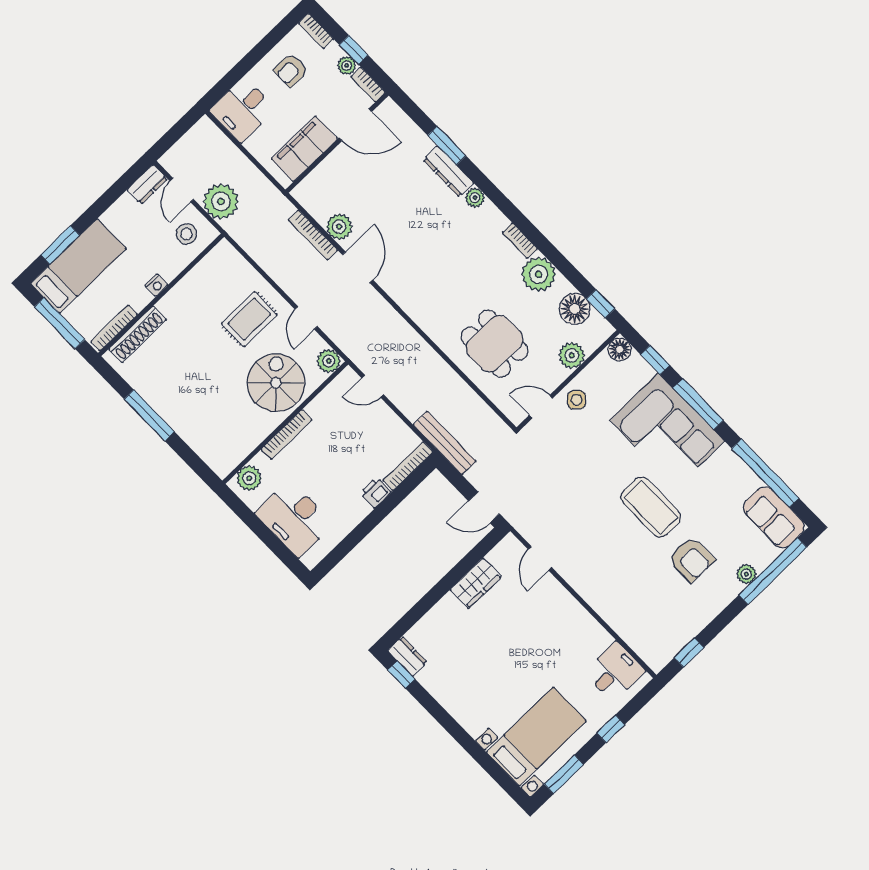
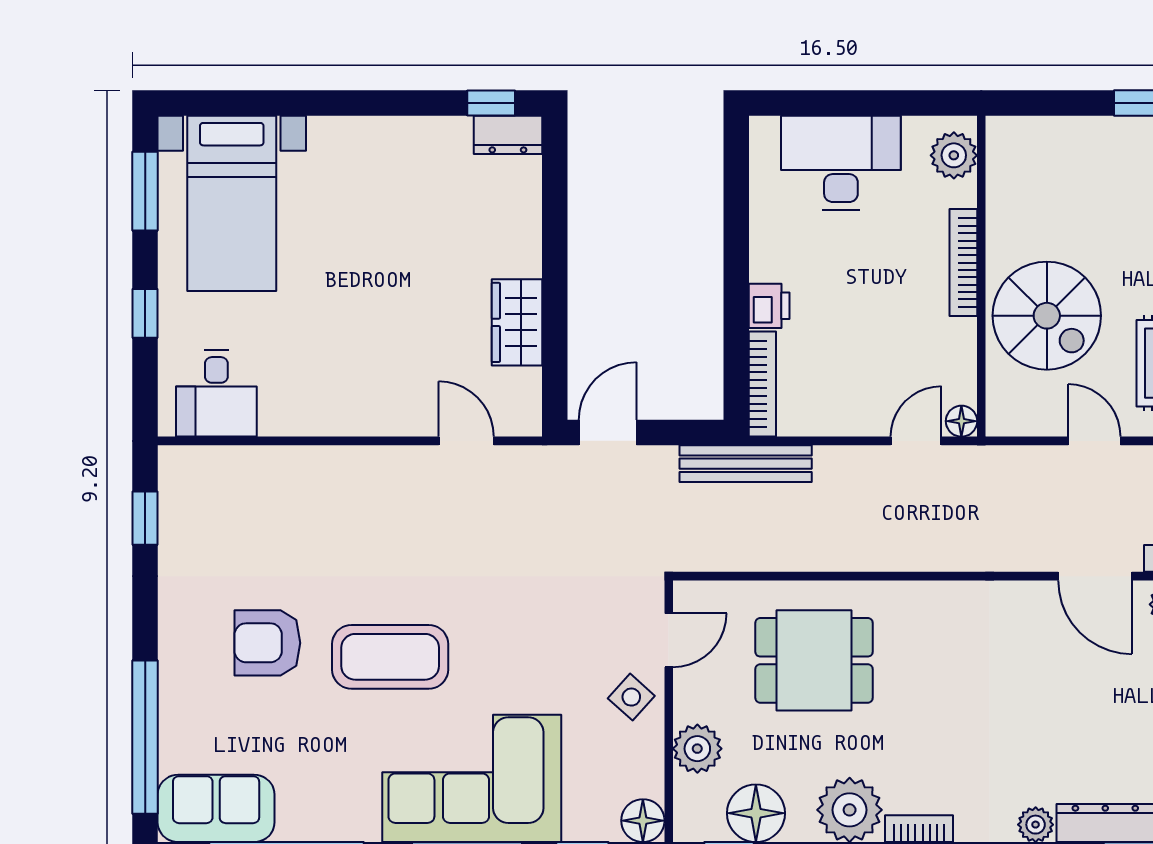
plant: (329, 361) -> (1007, 415), removed
floor lamp: (348, 376) -> (961, 421), added
plant: (746, 574) -> (176, 698), removed

